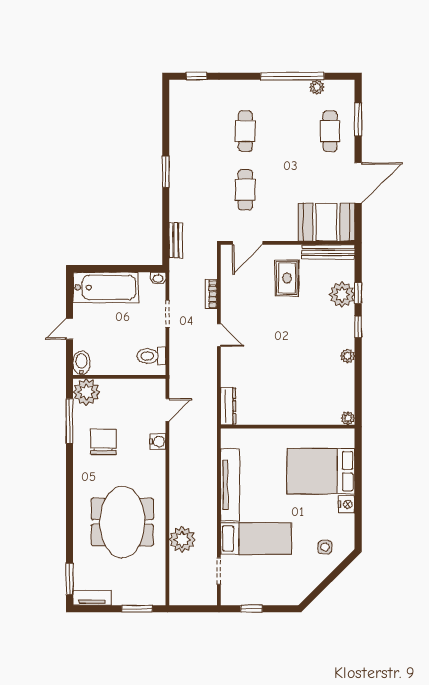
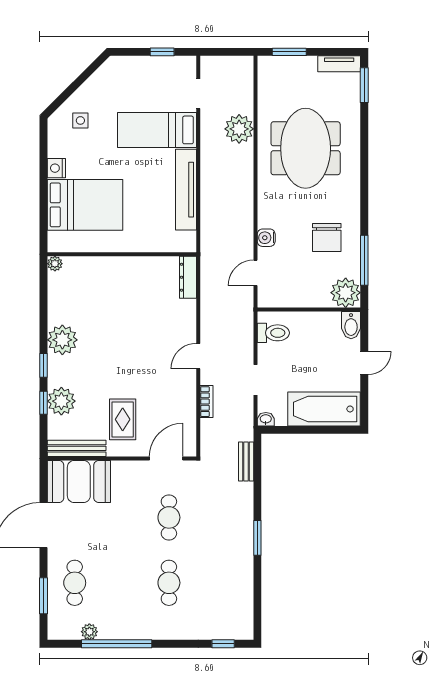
door: (219, 335) -> (198, 356), hinge flipped
plant: (347, 356) -> (62, 340), width x1.87, depth x1.87

